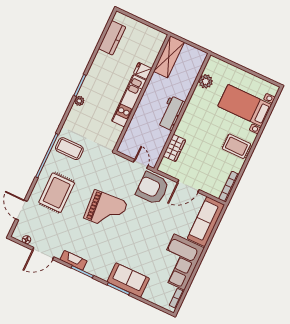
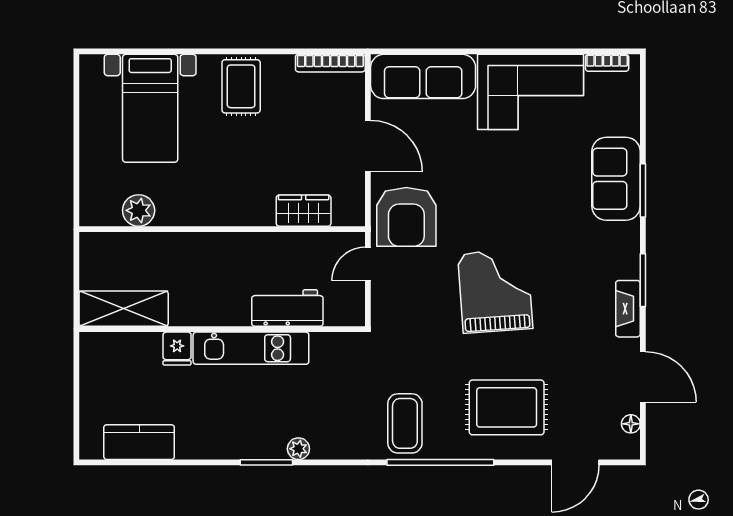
workbench: (171, 113) -> (287, 308), moved, turned 180

